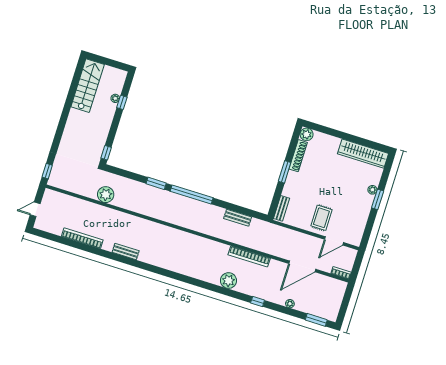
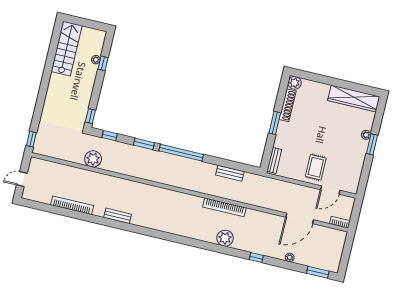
window: (123, 173) -> (110, 136), added
bookcase: (249, 256) -> (224, 207), moved

